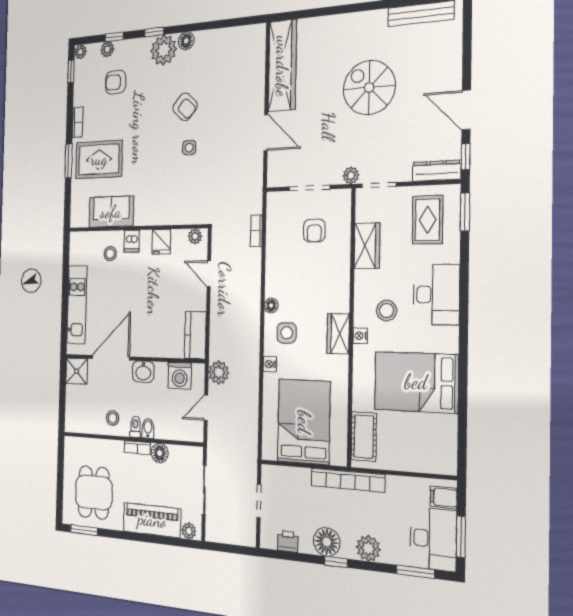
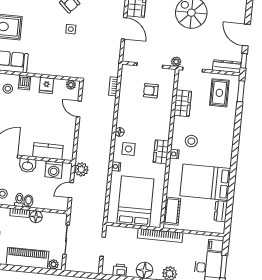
armchair: (314, 231) -> (151, 91), turned 90
desk: (436, 295) -> (221, 135), removed
kitchen counter: (195, 335) -> (48, 151), moved, turned 90
dresser: (447, 434) -> (221, 211), added

